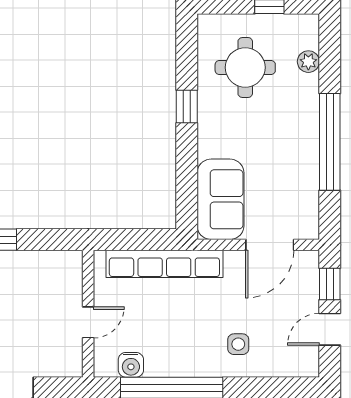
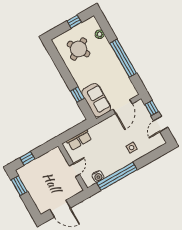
round table: (245, 67) -> (79, 49), turned -30
window: (187, 107) -> (77, 95), moved
row of seats: (164, 264) -> (79, 140), width x0.50

